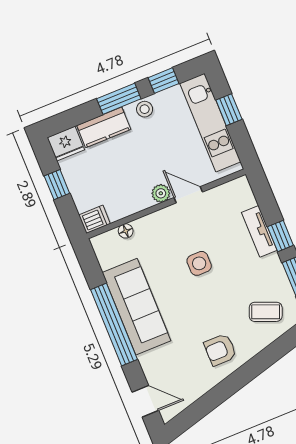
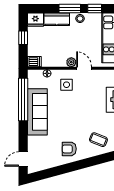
side table: (199, 263) -> (67, 85), moved
window: (114, 324) -> (23, 100), moved
door: (145, 401) -> (23, 159), swing flipped

